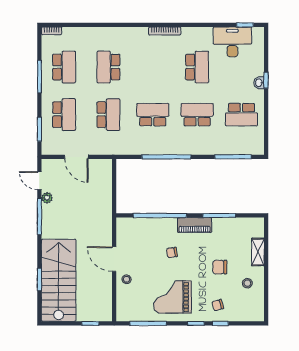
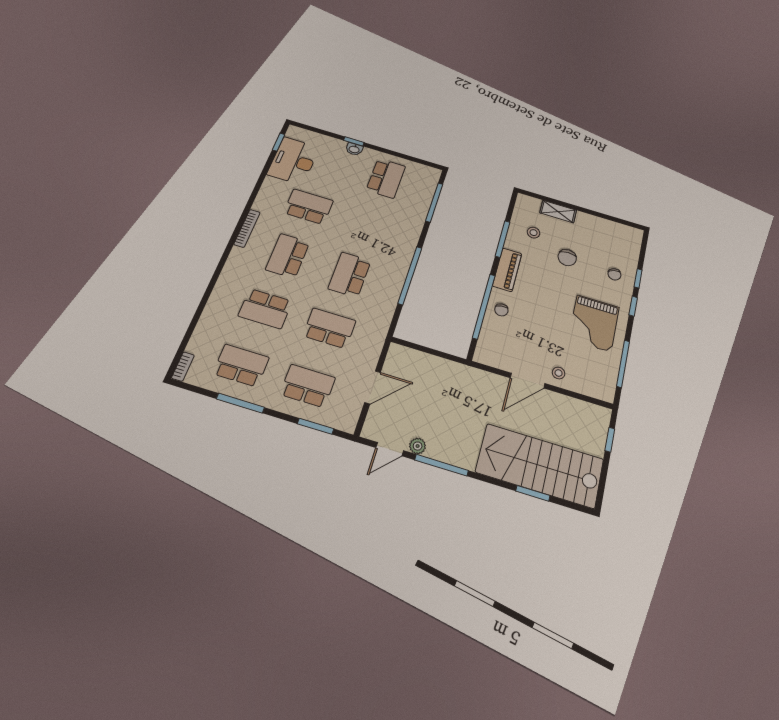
school desk: (197, 115) -> (288, 256), moved
chair: (172, 253) -> (501, 310), moved
stool: (247, 283) -> (534, 233), moved

